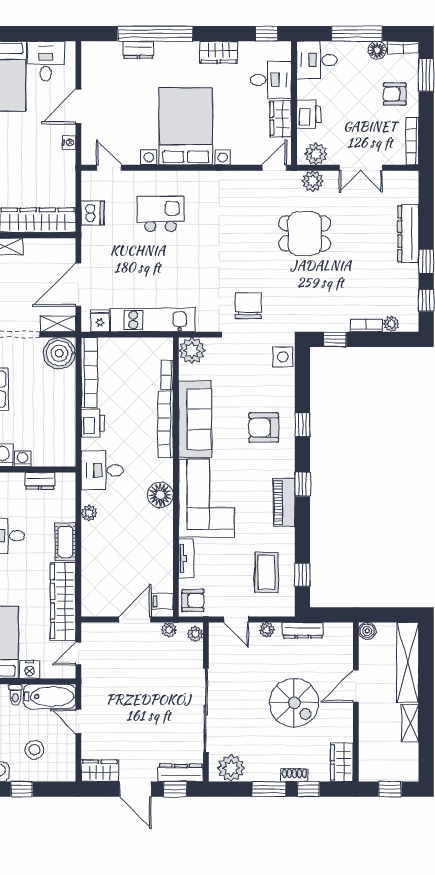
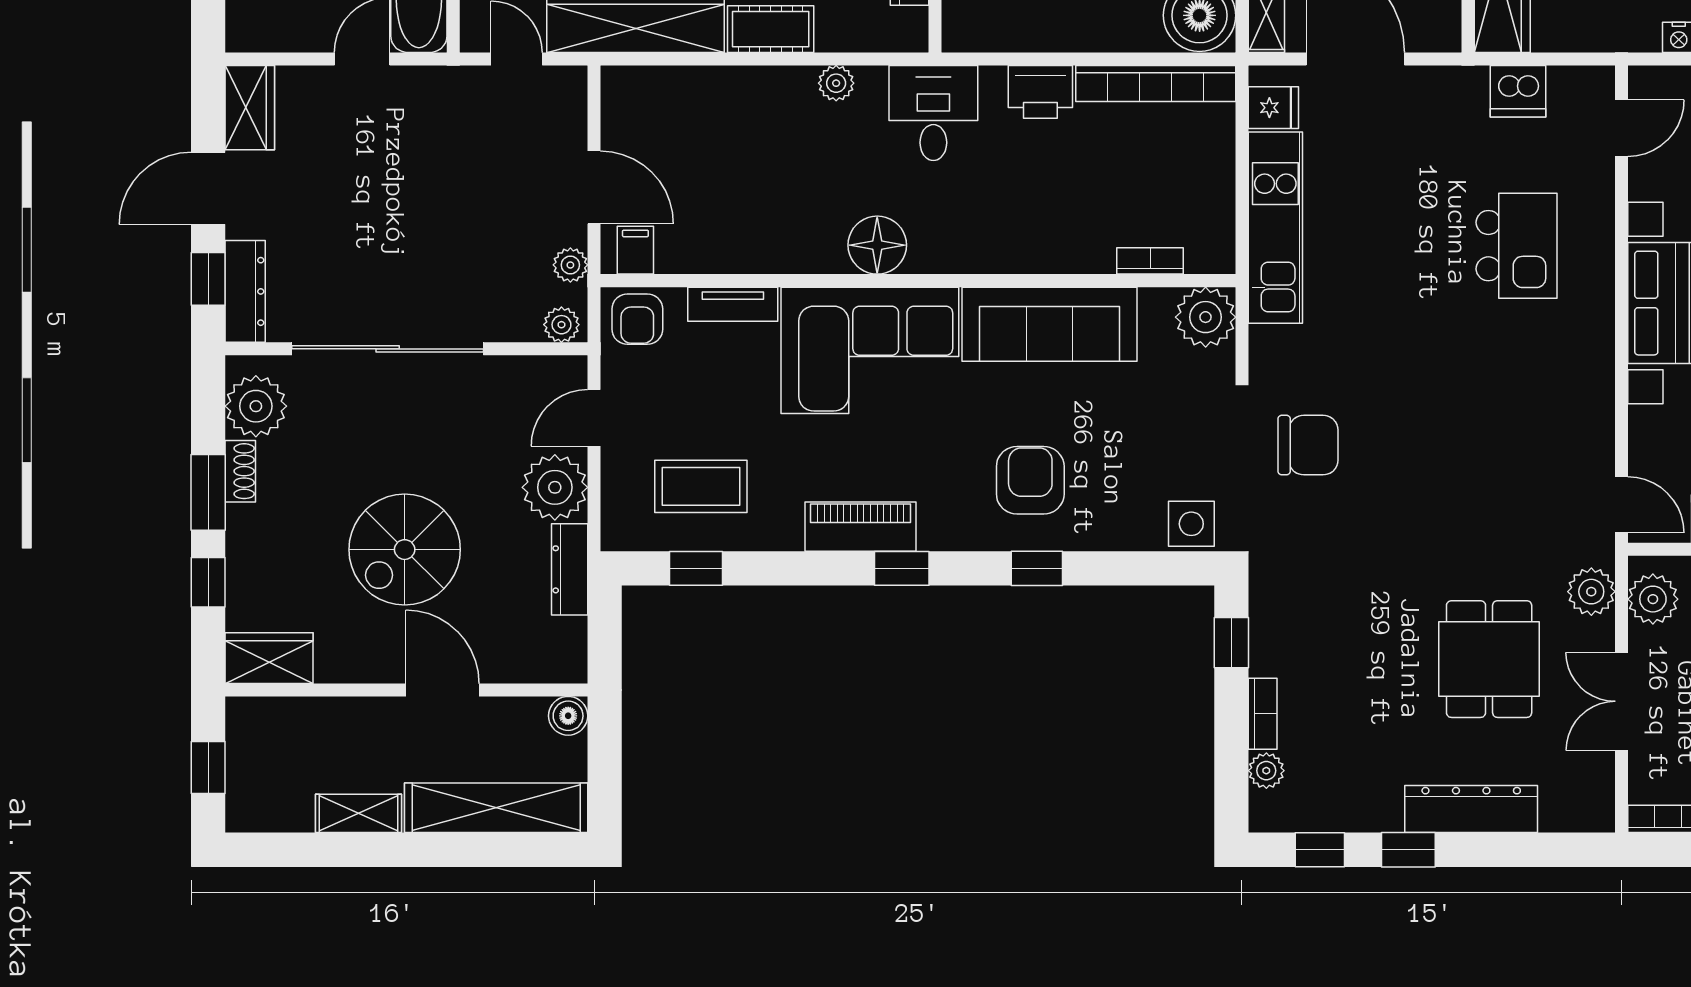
dining table: (305, 233) -> (1489, 659), moved
bookcase: (166, 424) -> (1038, 257), removed
plant: (267, 630) -> (555, 487), width x1.87, depth x1.87
shoe rack: (294, 775) -> (240, 471), moved

